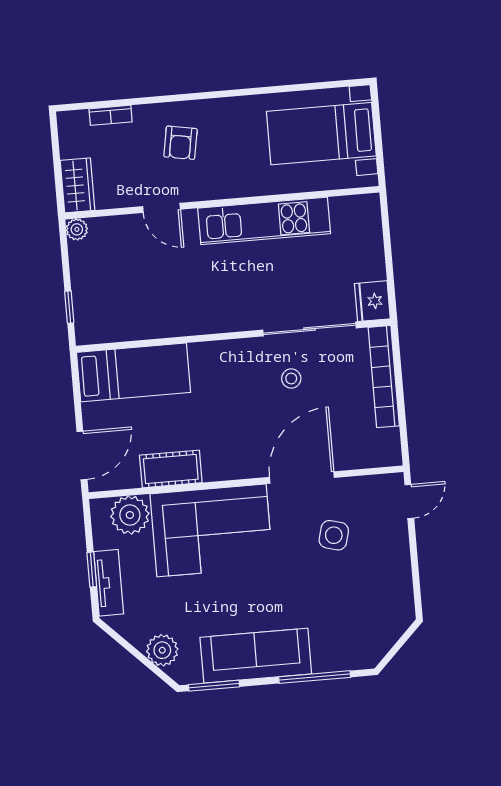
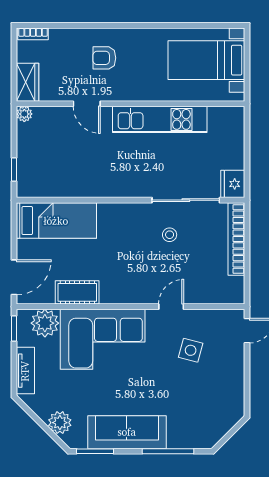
bookcase: (111, 115) -> (33, 34), moved
armchair: (181, 143) -> (104, 58), turned 80
door: (302, 477) -> (171, 307), width x0.53
window: (92, 570) -> (14, 328), moved

